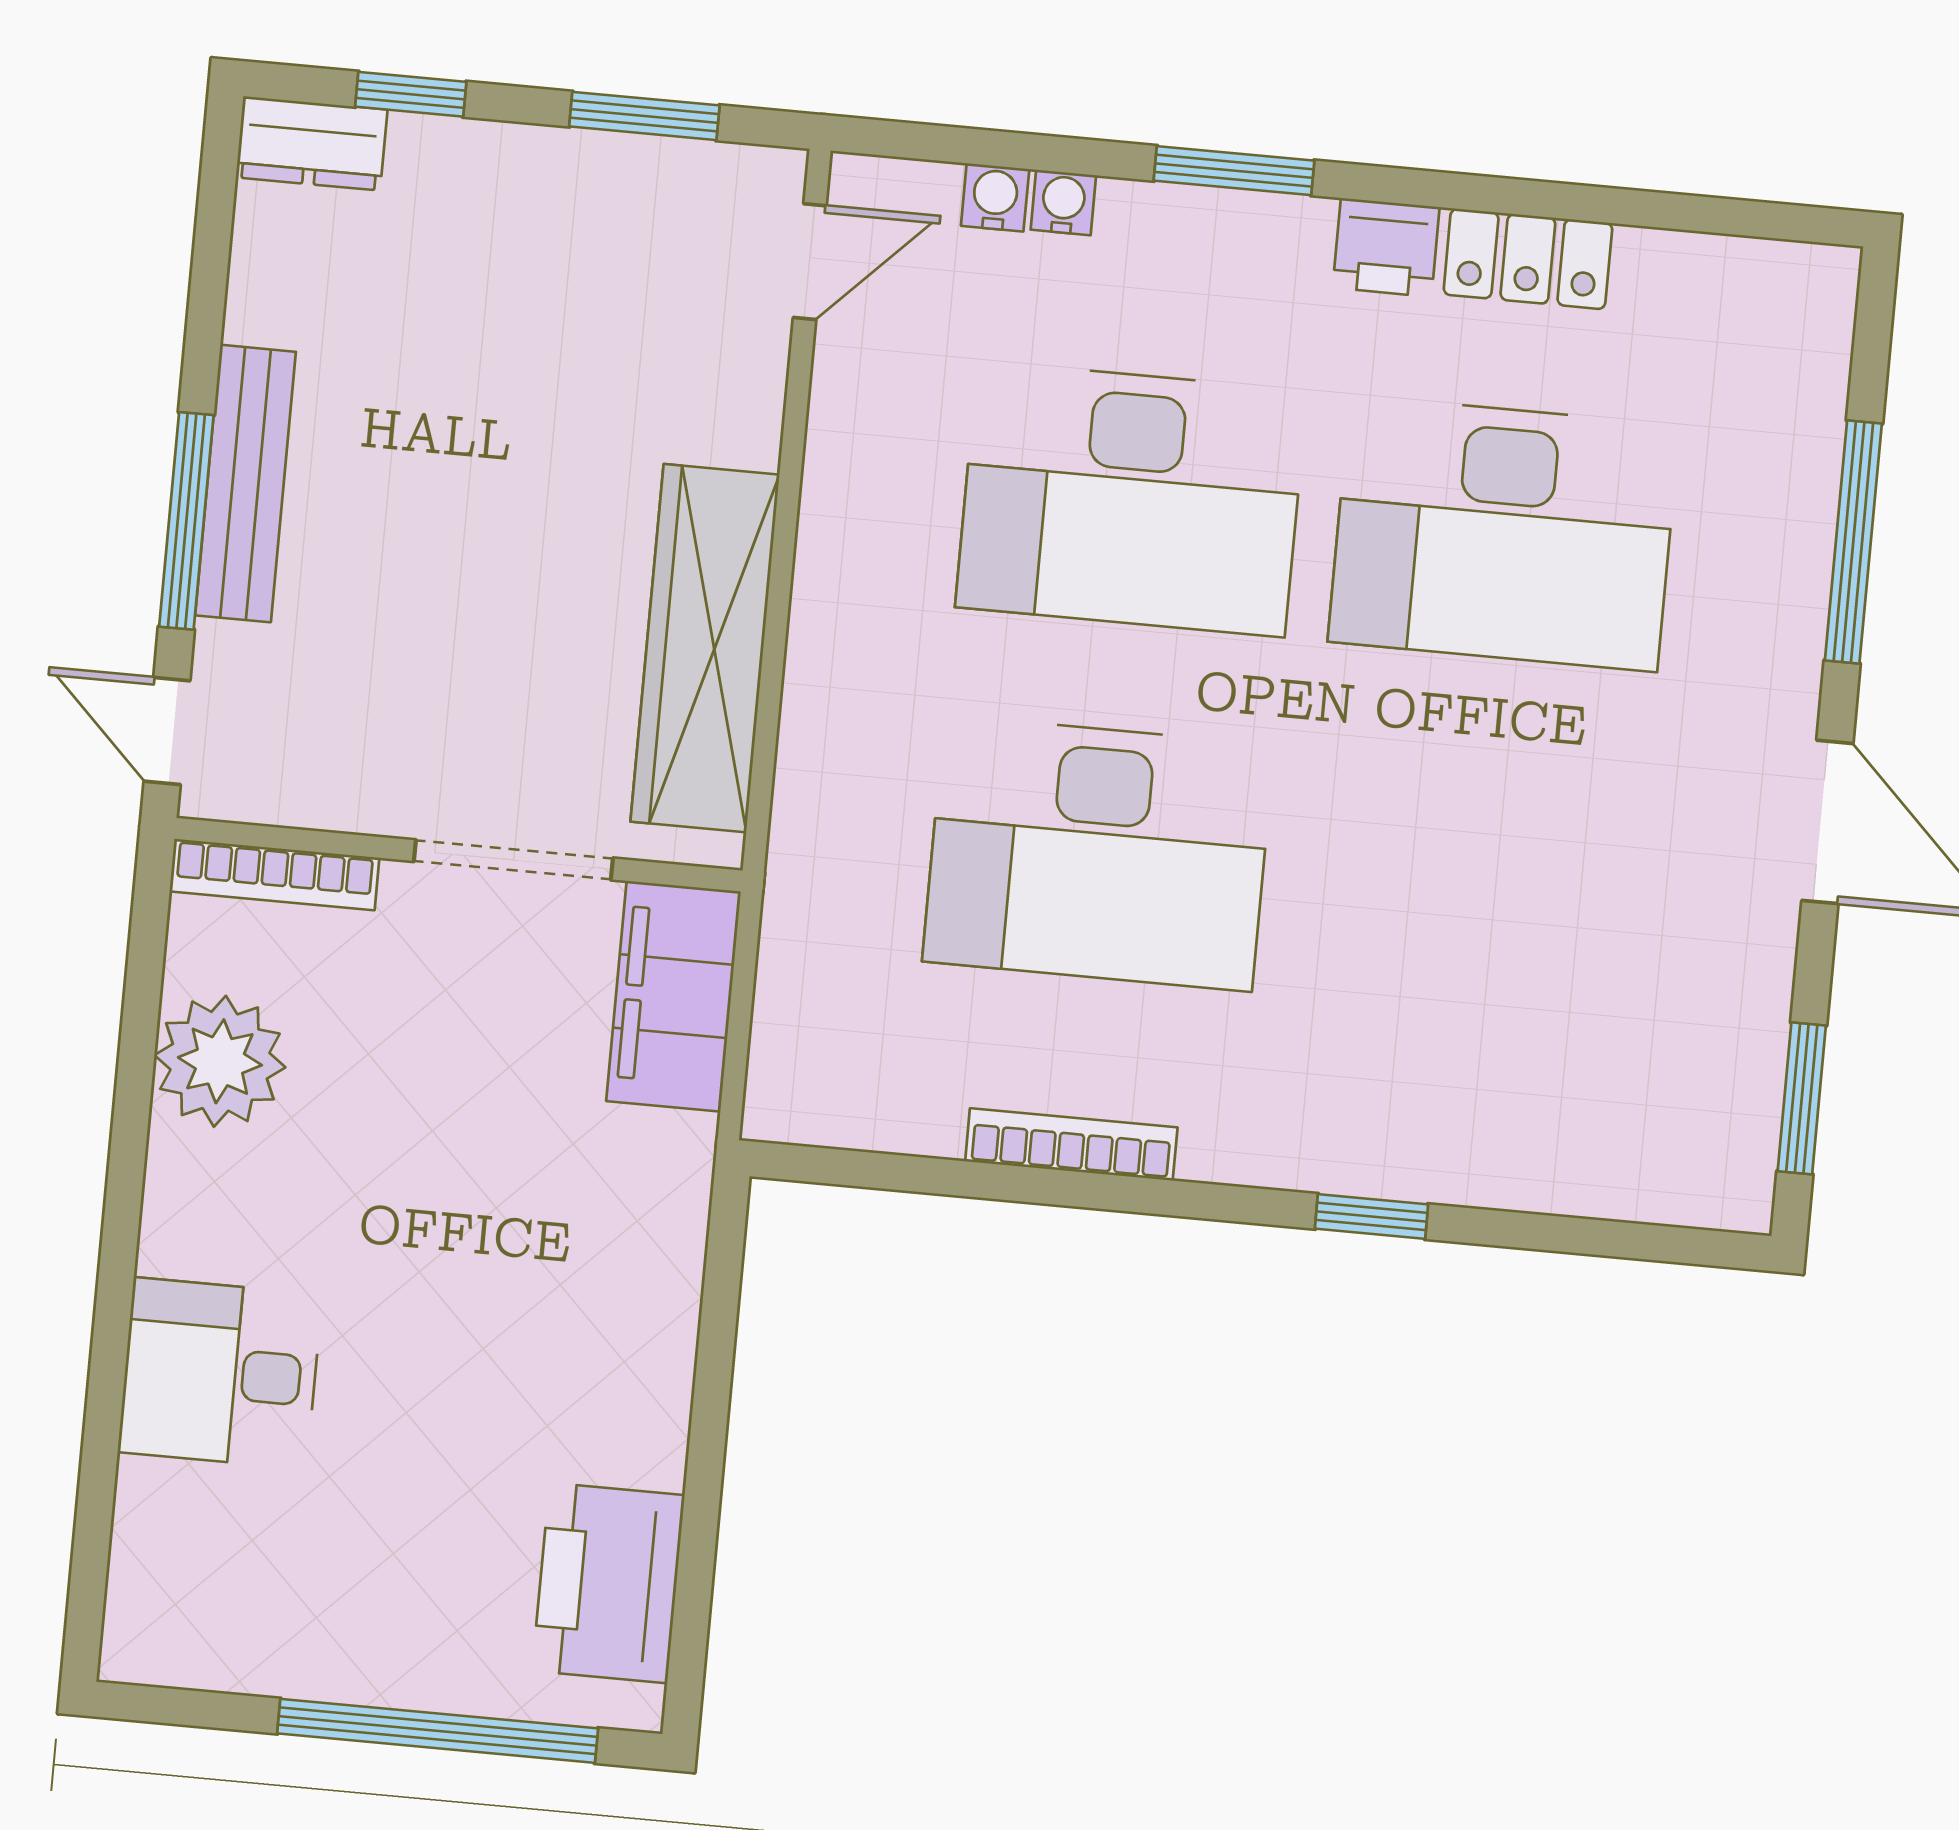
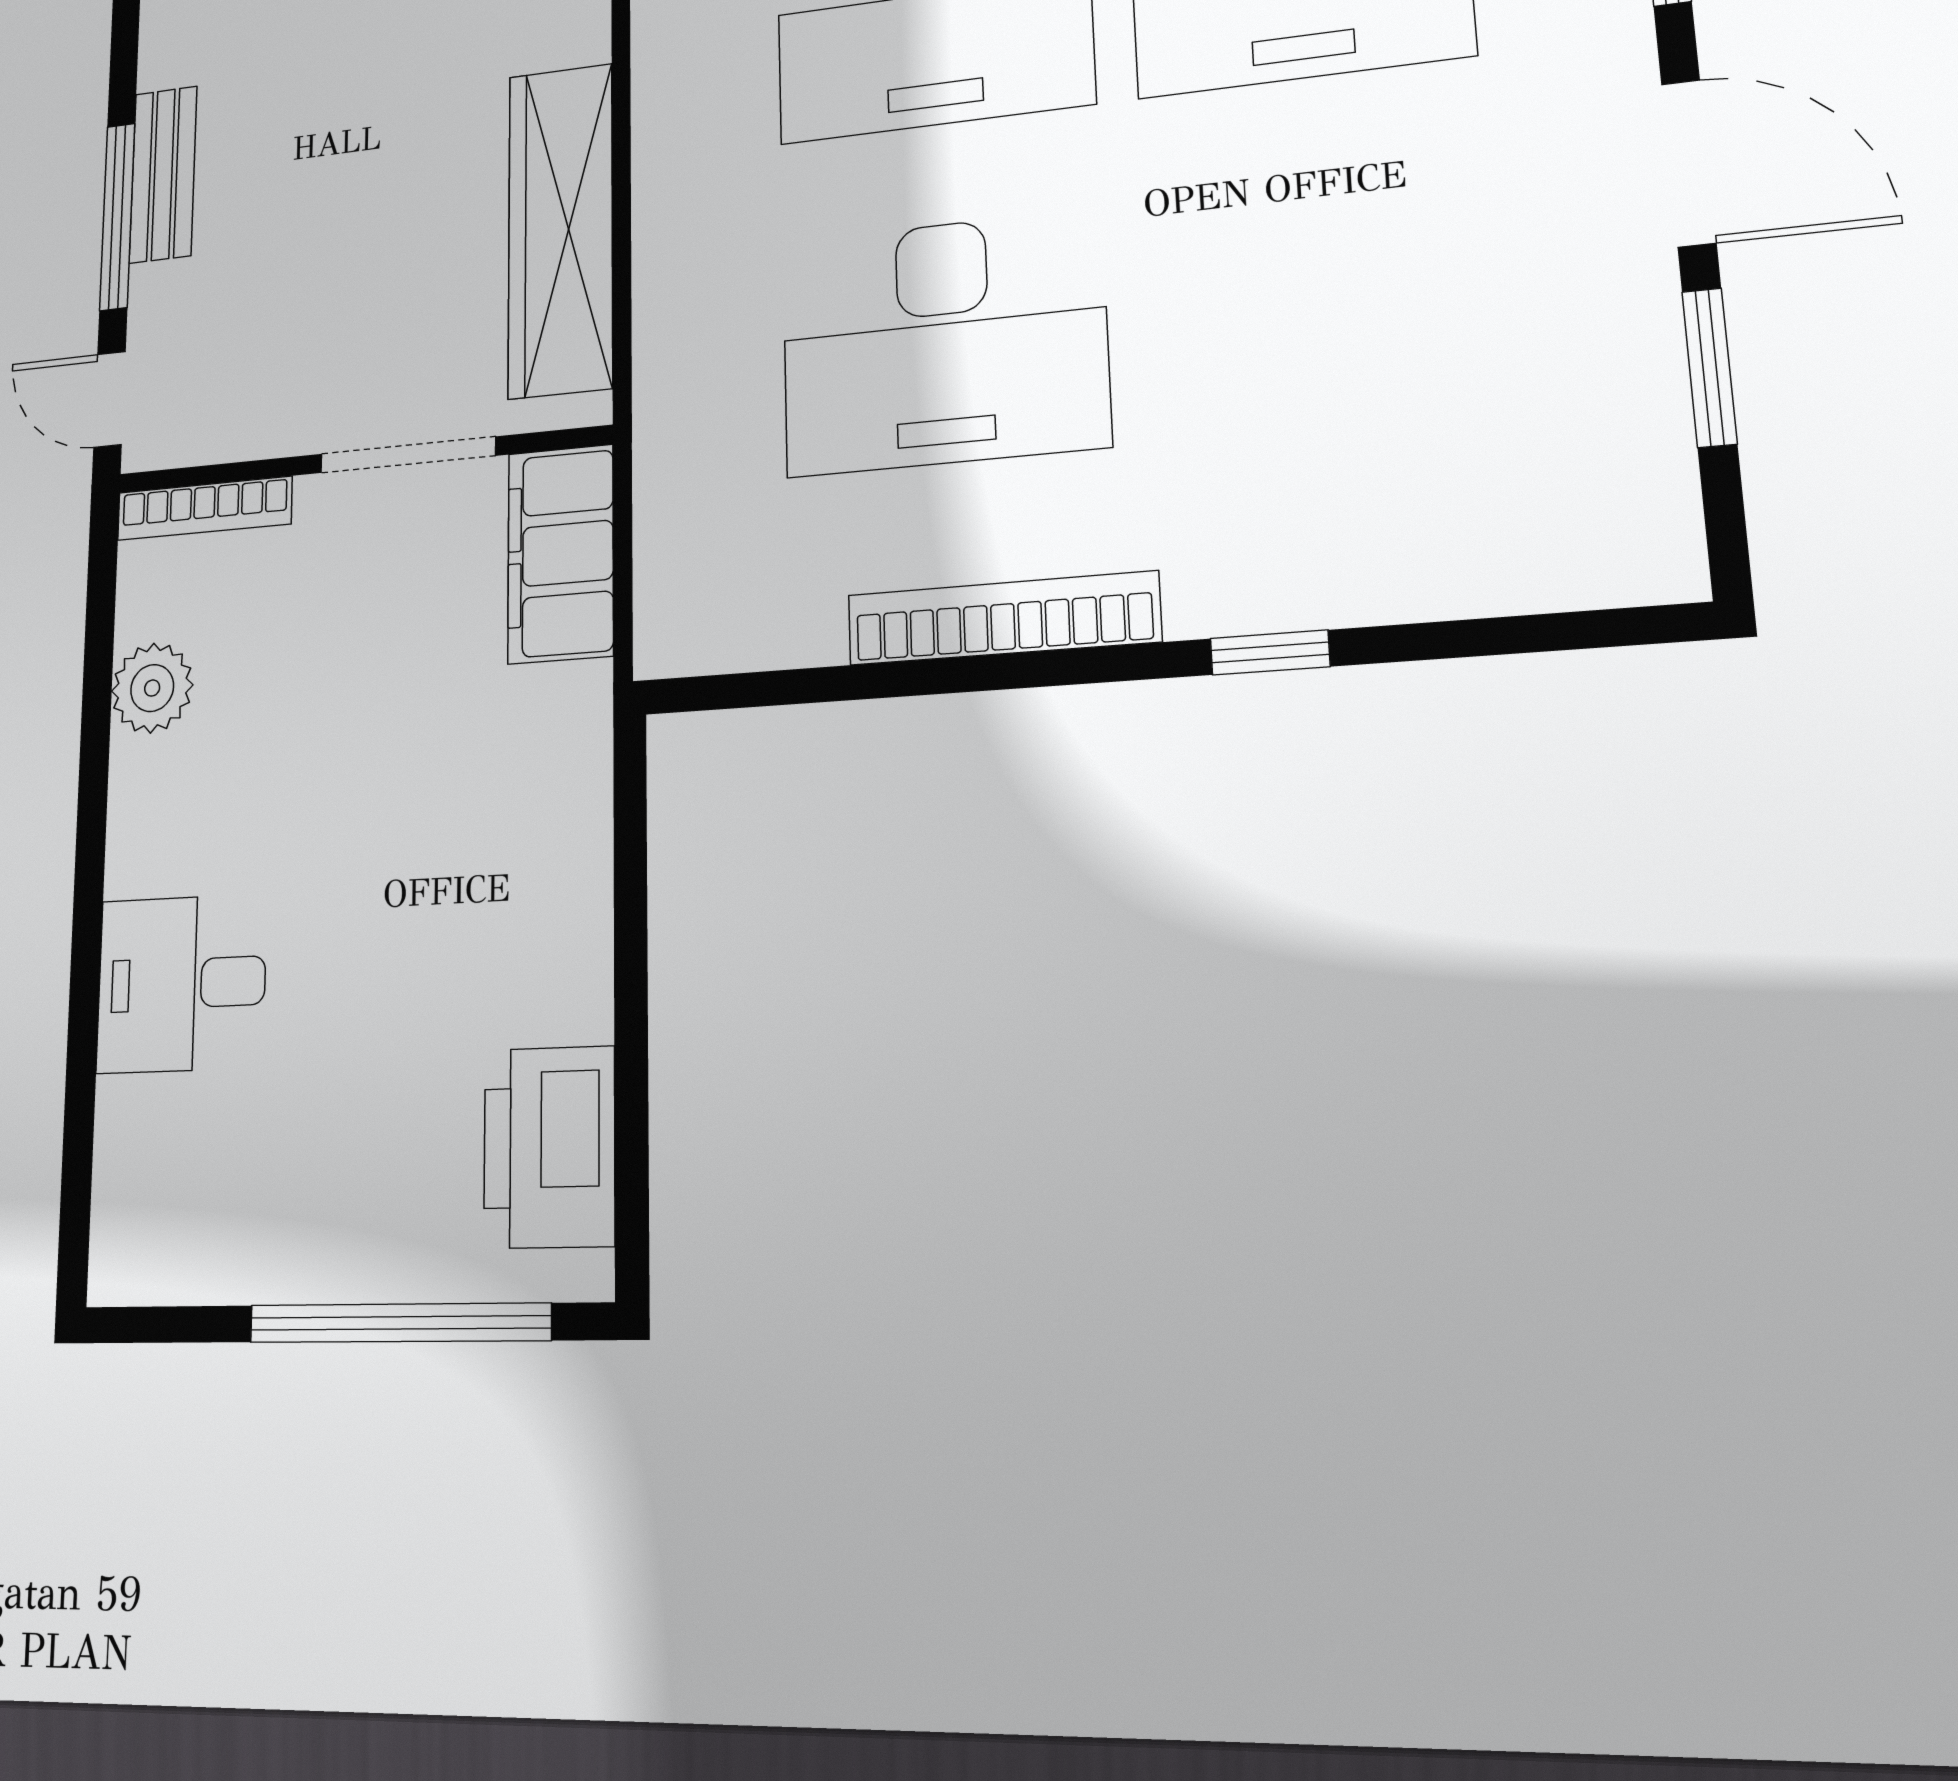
bench: (245, 484) -> (163, 174), width x0.73
plant: (220, 1061) -> (152, 688), width x0.73, depth x0.73
window: (1802, 1098) -> (1709, 367), moved
bookcase: (1071, 1144) -> (1003, 618), width x1.48, depth x1.31

